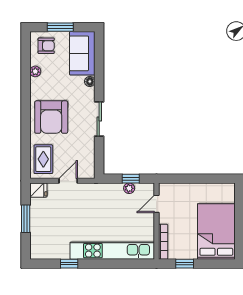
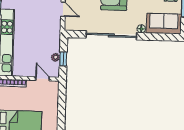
sliding door: (99, 119) -> (111, 35), width x1.86

